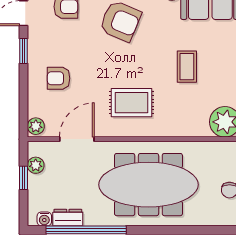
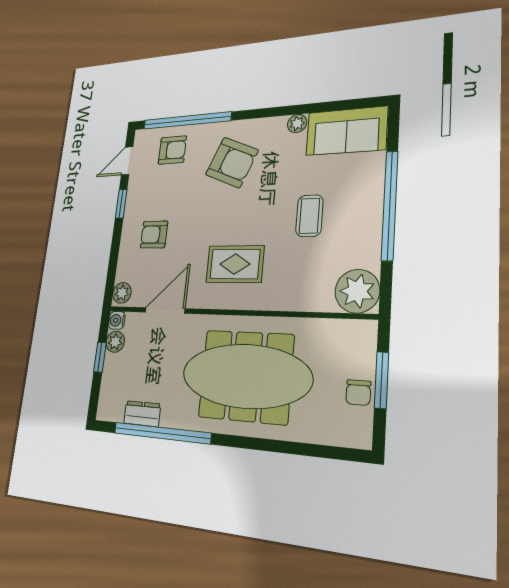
water cooler: (44, 219) -> (117, 320), moved, turned 90

